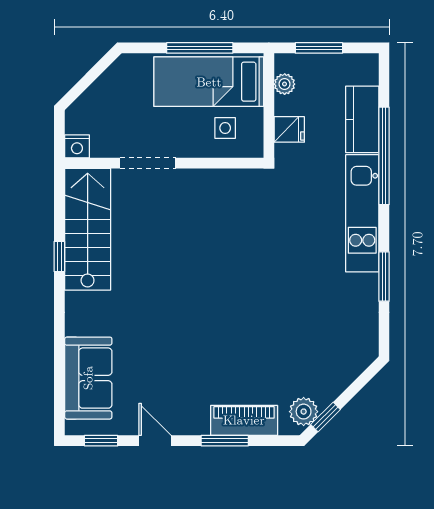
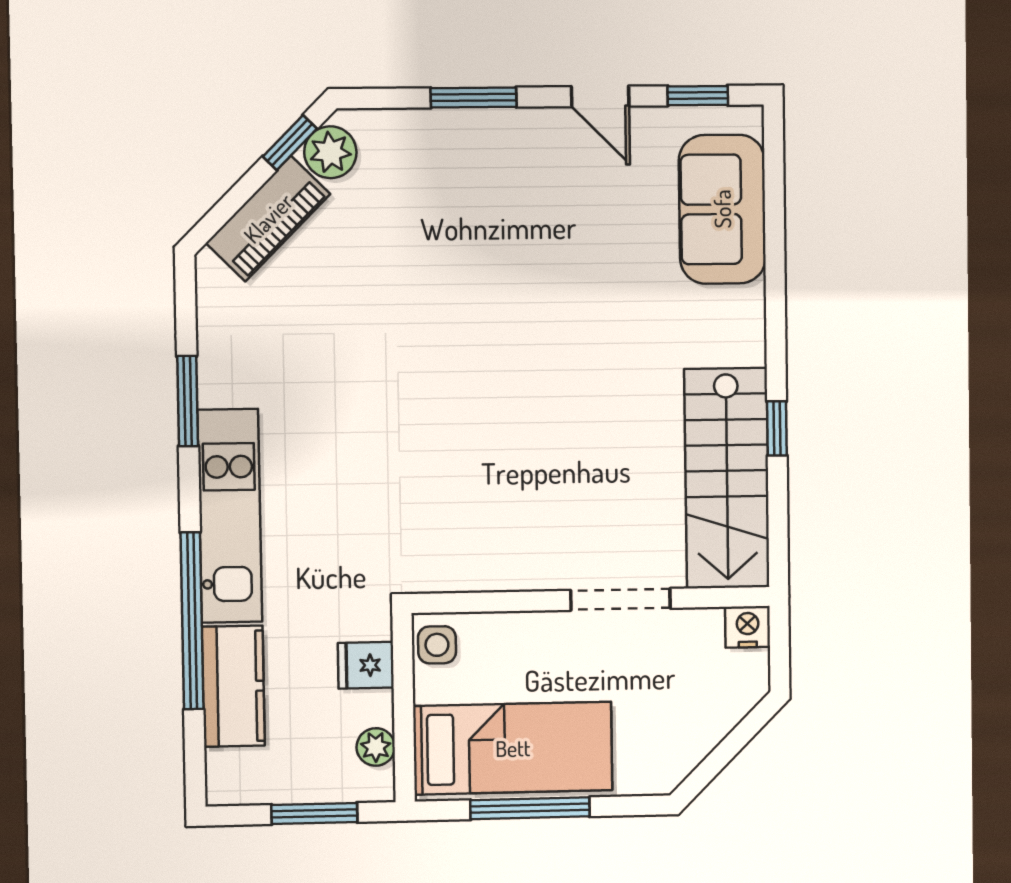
side table: (225, 128) -> (437, 645), moved
piano: (244, 420) -> (268, 218), moved, turned -45

